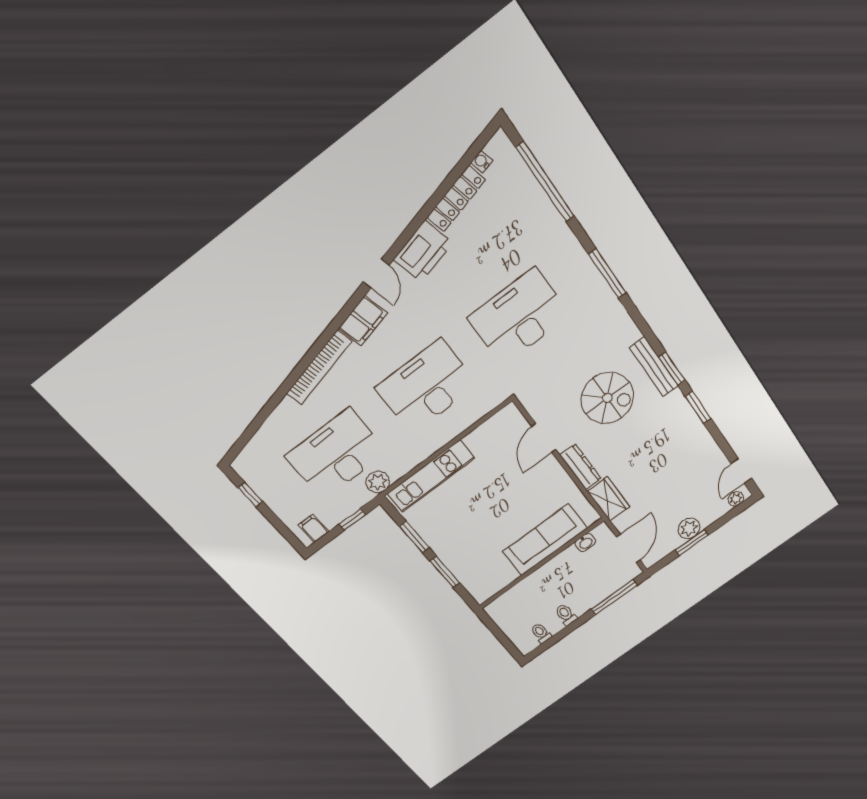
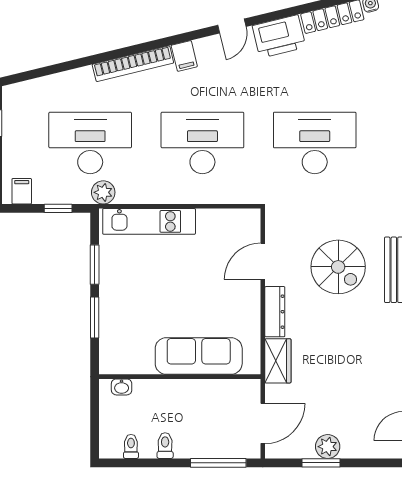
filing cabinet: (363, 321) -> (184, 56), width x0.50
plant: (736, 499) -> (386, 450), removed
washbasin: (585, 542) -> (122, 387), moved

